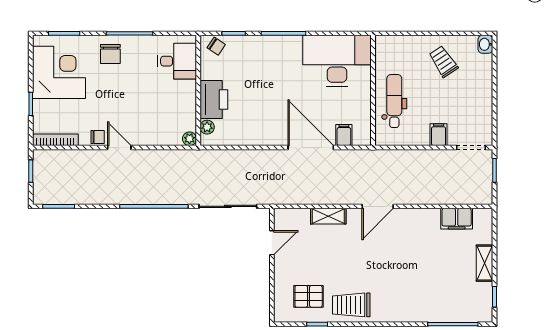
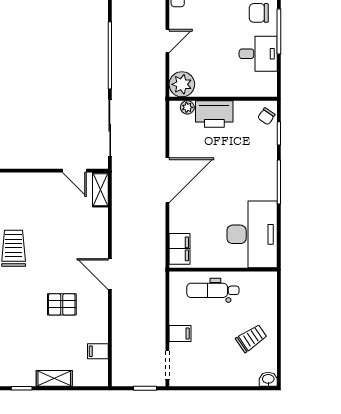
desk: (177, 61) -> (258, 54), moved, turned -90
dental chair: (394, 101) -> (213, 290), turned 180
filing cabinet: (344, 135) -> (180, 249), width x2.00
plant: (189, 139) -> (182, 84), width x1.88, depth x1.88
door: (119, 147) -> (167, 41), moved
door: (311, 147) -> (167, 180), moved
shelving: (328, 216) -> (100, 190), moved
filing cabinet: (457, 219) -> (98, 351), width x0.50
pallet: (309, 296) -> (62, 304), moved, turned 90

